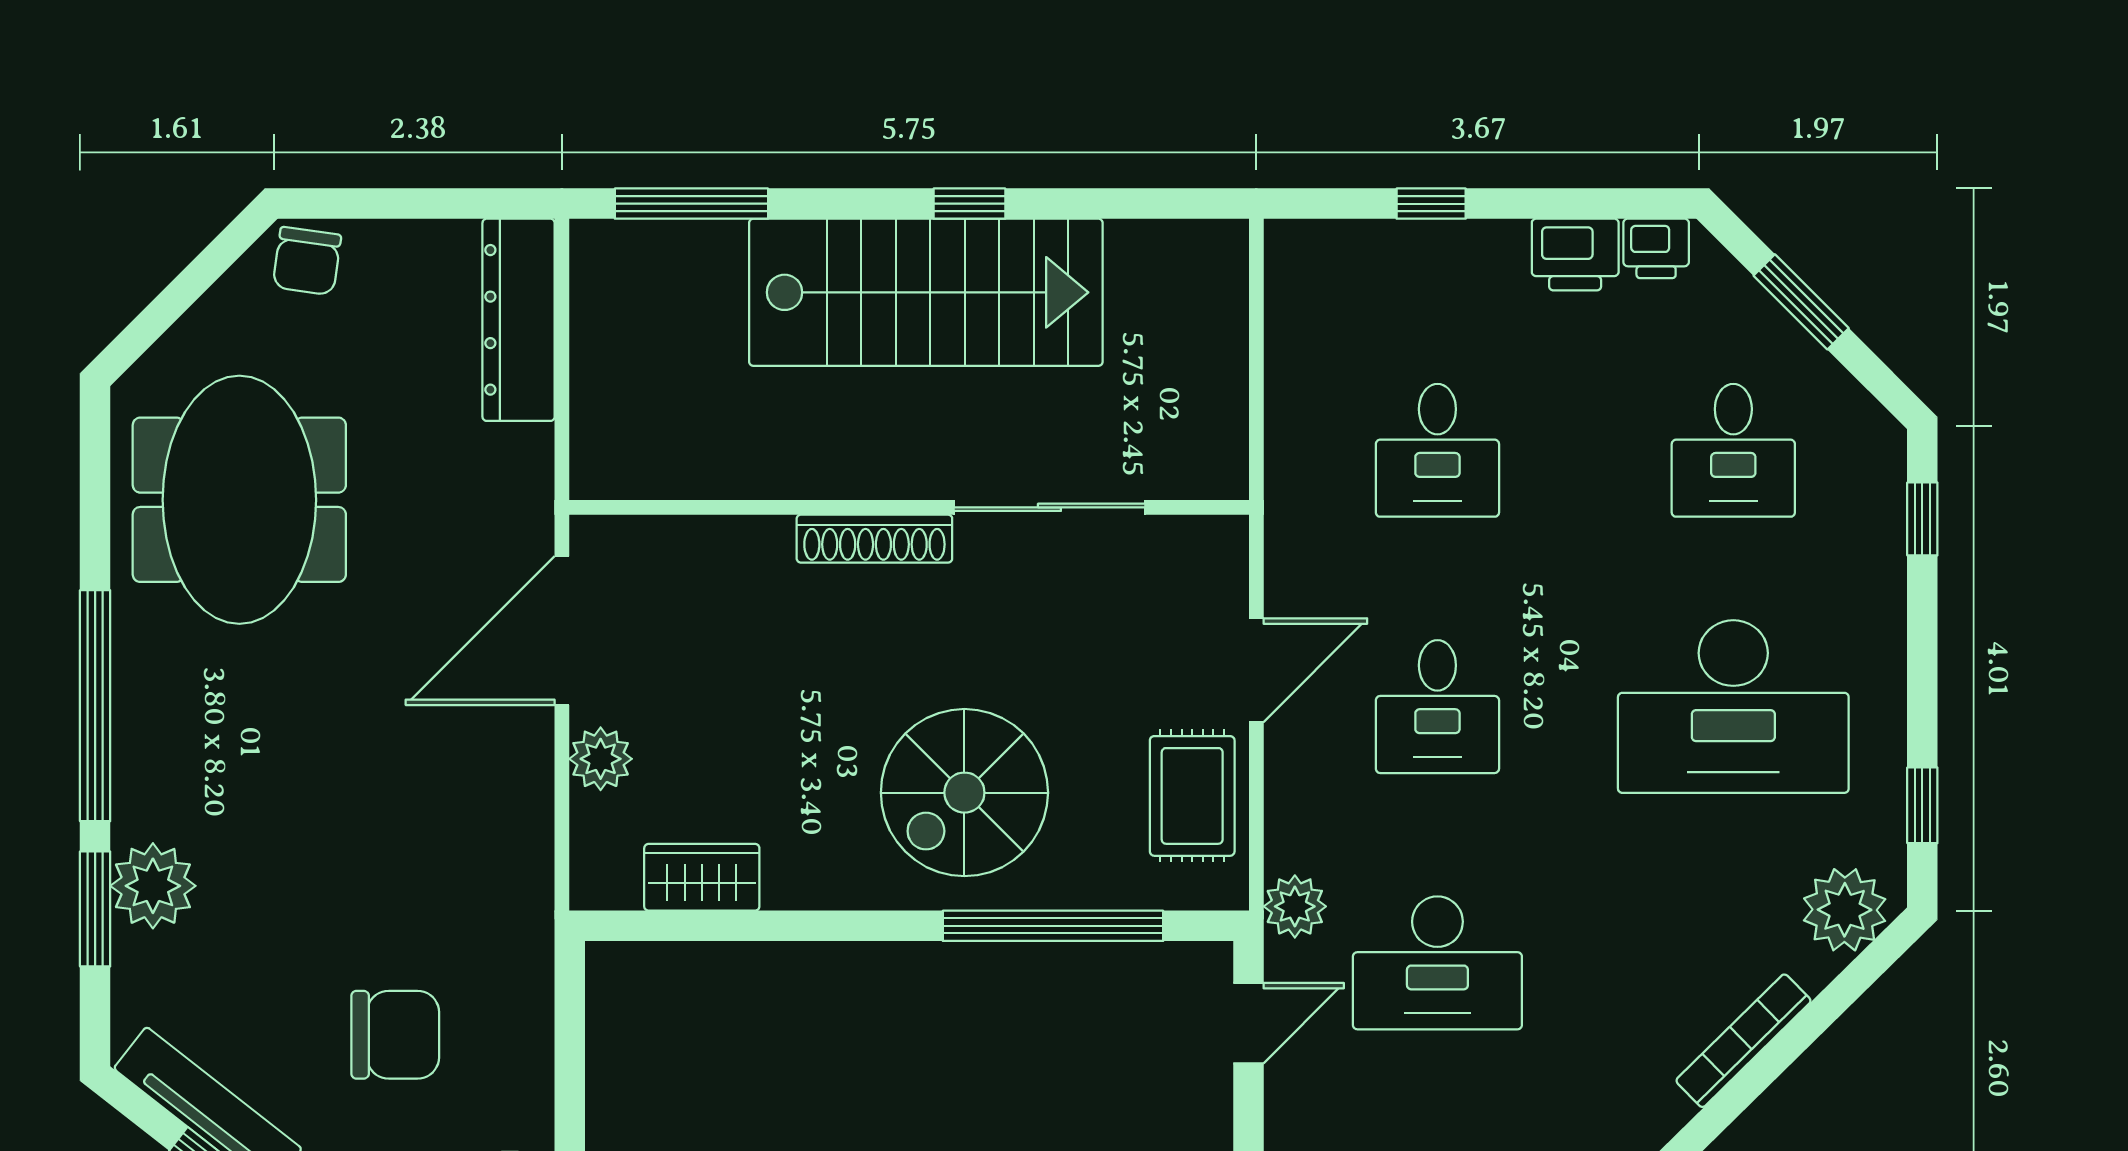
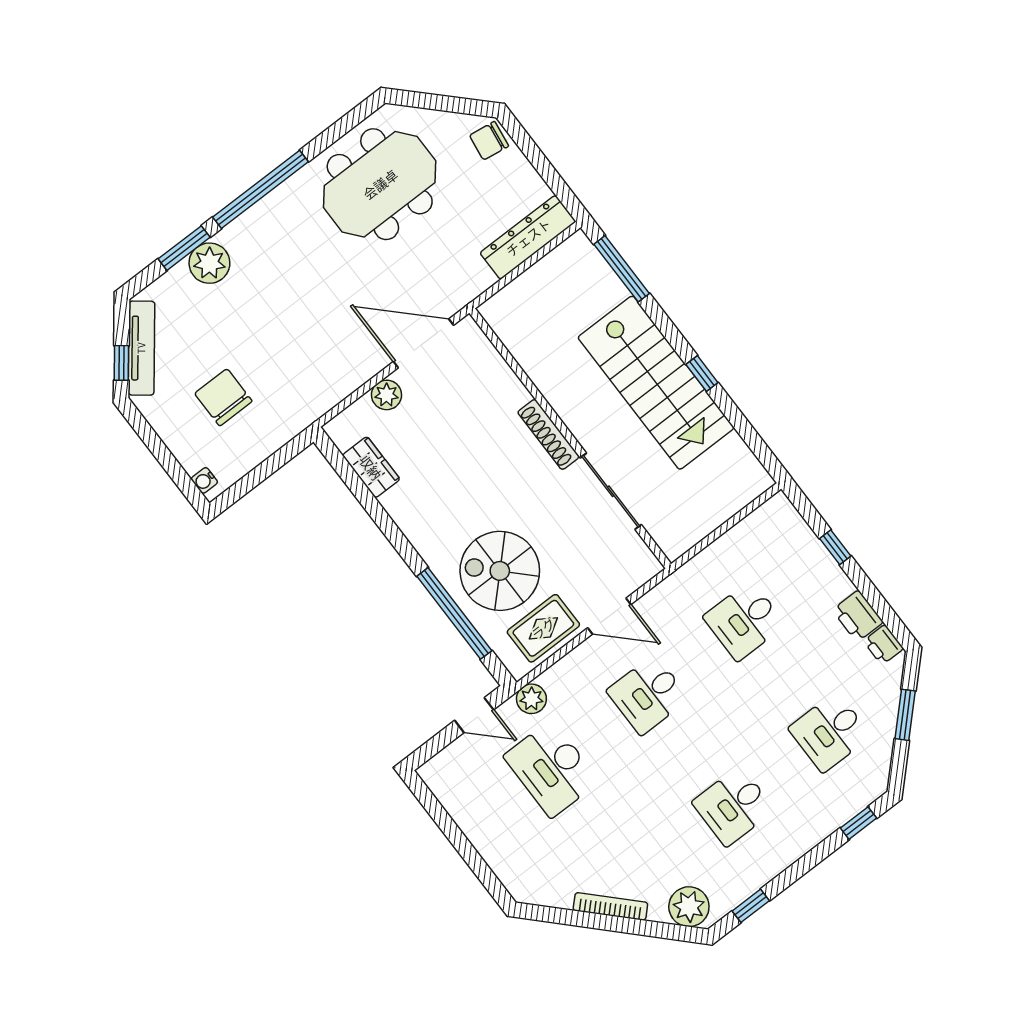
desk: (1733, 707) -> (733, 806), width x0.53, depth x0.77
spiral stairs: (964, 793) -> (500, 571), moved
chair: (395, 1035) -> (223, 397), turned 180

